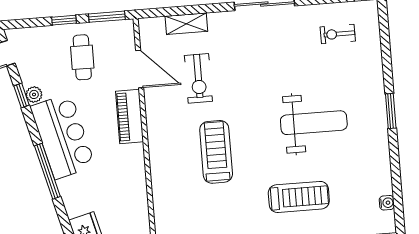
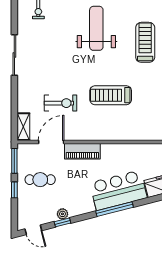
shelving: (186, 24) -> (23, 127), moved
bar counter: (63, 136) -> (118, 190), moved

